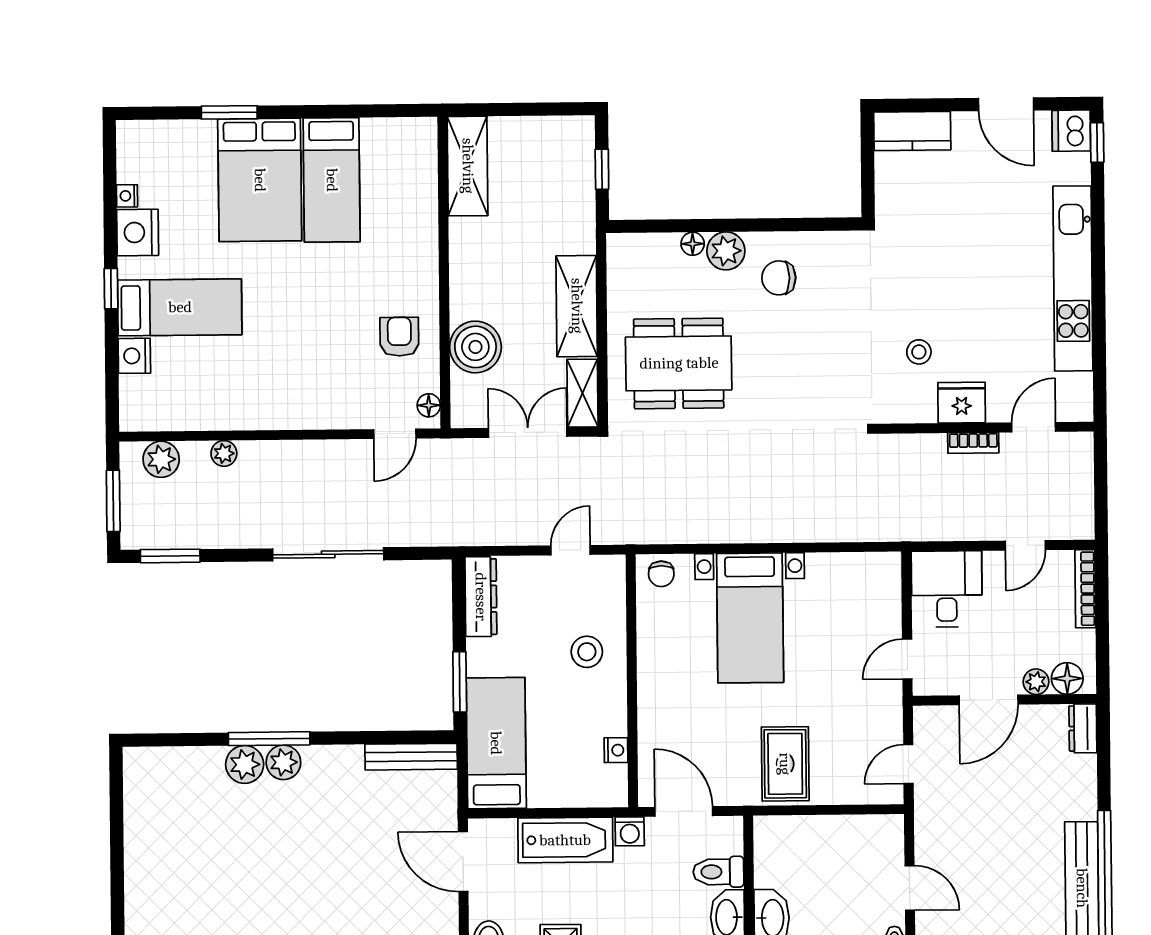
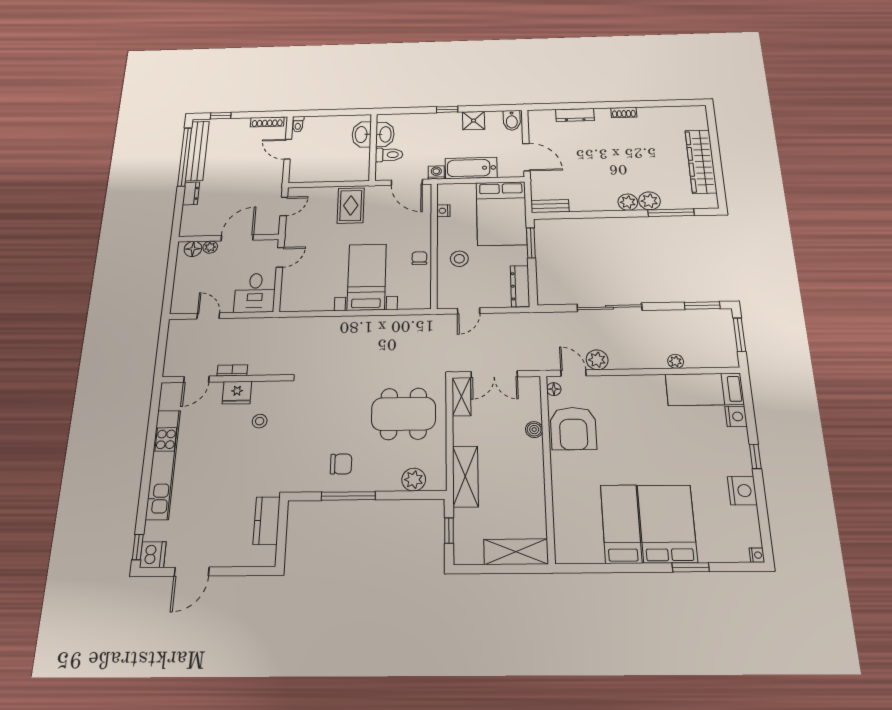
door: (1006, 104) -> (192, 572), swing flipped
kitchen counter: (912, 131) -> (267, 521), moved, turned -90
shelving: (468, 166) -> (516, 552), moved, turned 90
nightstand: (127, 196) -> (757, 555), moved
window: (764, 225) -> (348, 496), added
floor lamp: (693, 244) -> (393, 484), removed
plant: (726, 251) -> (414, 480), moved
shelving: (577, 306) -> (465, 476), moved
bed: (180, 307) -> (705, 389), moved
armchair: (399, 337) -> (573, 428), width x1.88, depth x1.88
boiler: (475, 347) -> (534, 430), width x0.54, depth x0.54
door: (395, 434) -> (574, 373), hinge flipped
plant: (161, 459) -> (597, 360), moved
door: (1025, 545) -> (208, 316), hinge flipped
chair: (661, 574) -> (419, 258), moved
bookcase: (1085, 589) -> (177, 294), removed
dresser: (1083, 728) -> (191, 193), moved
window: (269, 739) -> (671, 213), moved
bed: (496, 743) -> (501, 213), width x1.50
bench: (411, 757) -> (550, 206), width x0.73
wardrobe: (145, 846) -> (701, 161), added

